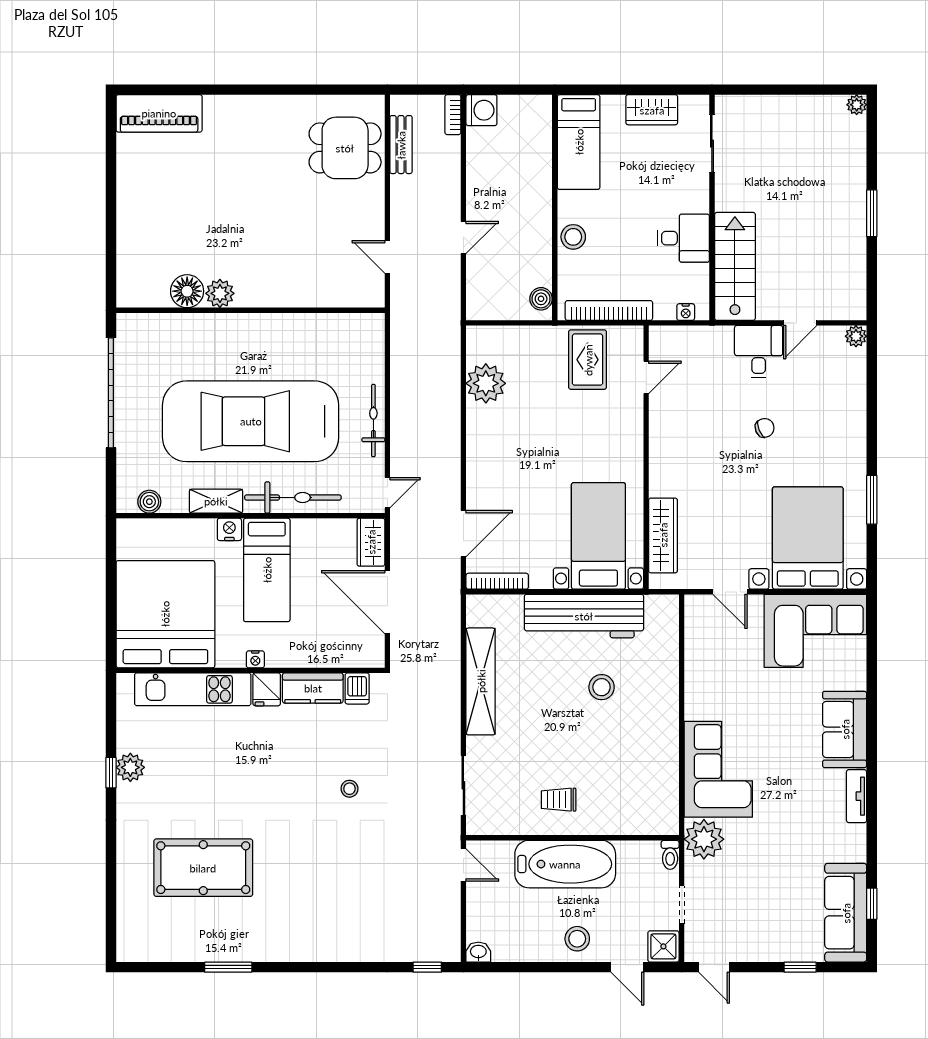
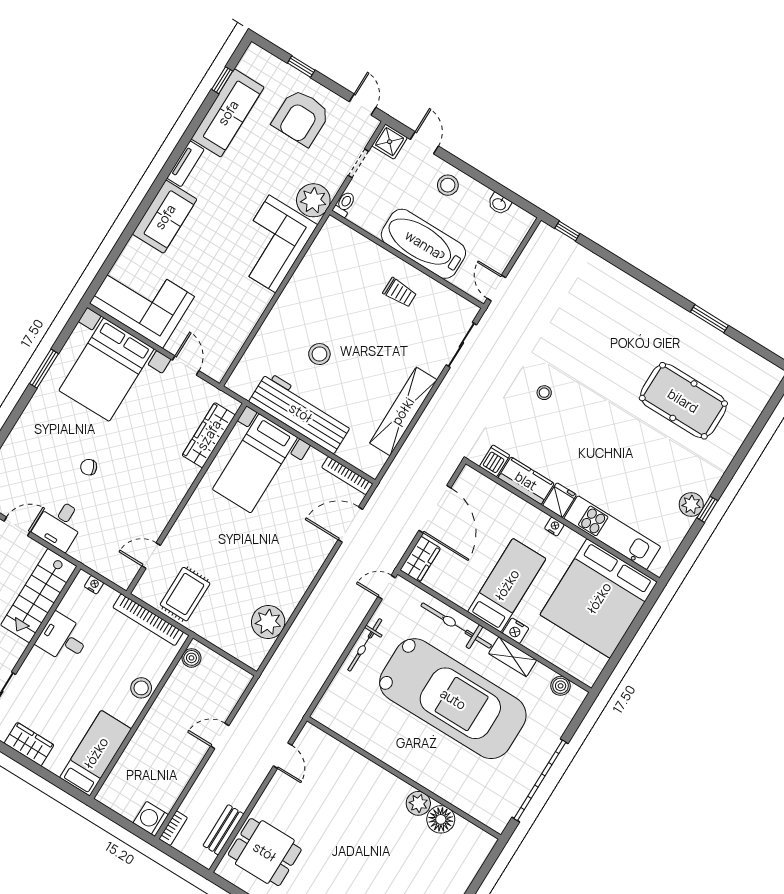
sofa: (846, 913) -> (228, 113), moved
armchair: (768, 916) -> (301, 117), added
washbasin: (478, 952) -> (499, 204), moved

